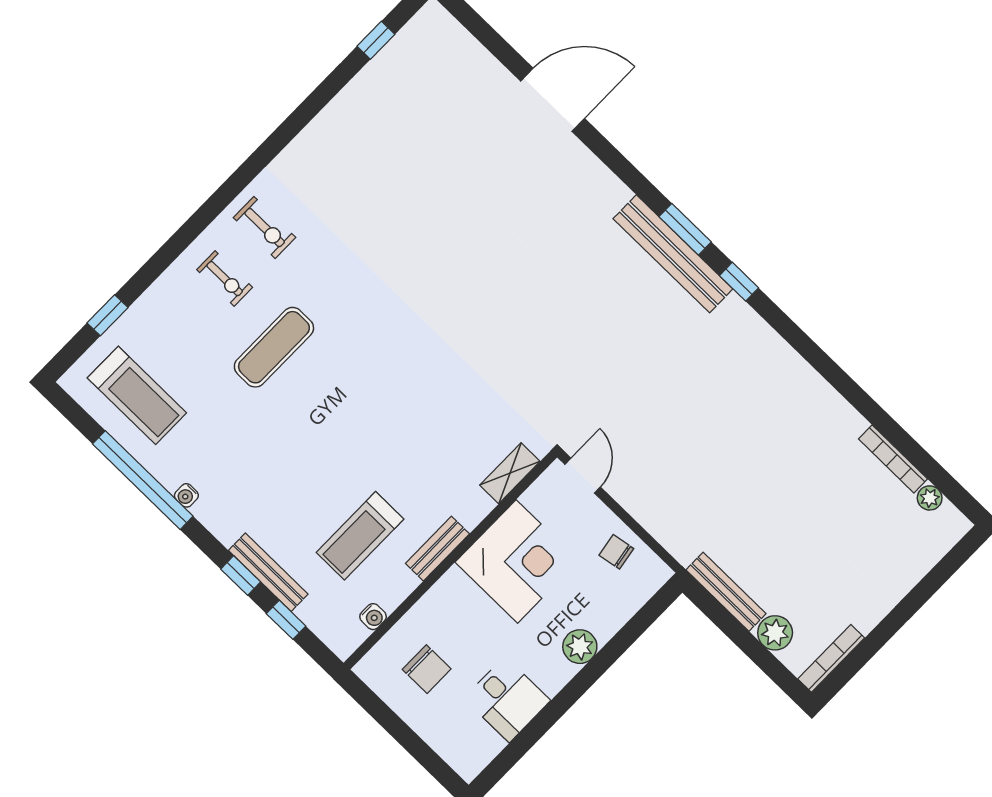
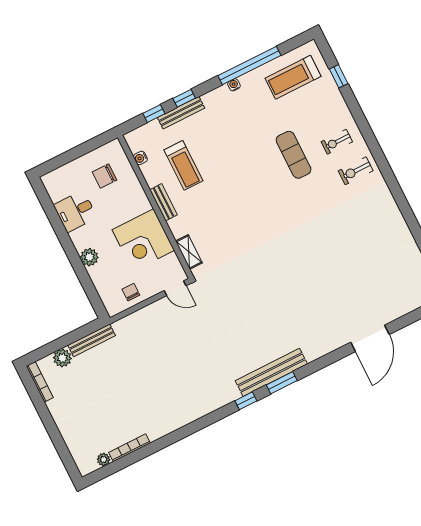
treadmill: (360, 536) -> (183, 165), turned 180
chair: (616, 552) -> (131, 292), turned -80

